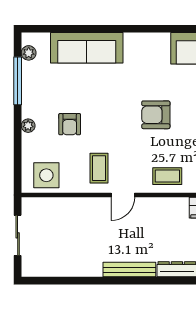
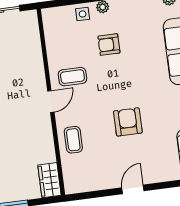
side table: (46, 175) -> (83, 14), moved, width x0.54, depth x0.54
door: (123, 195) -> (51, 102), swing flipped

